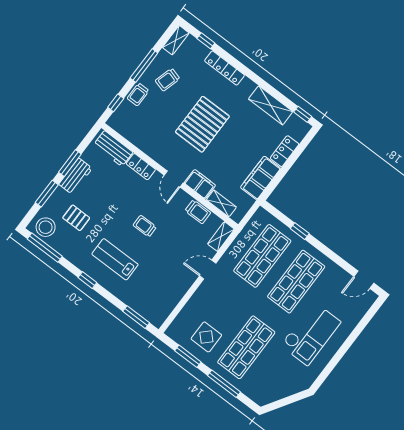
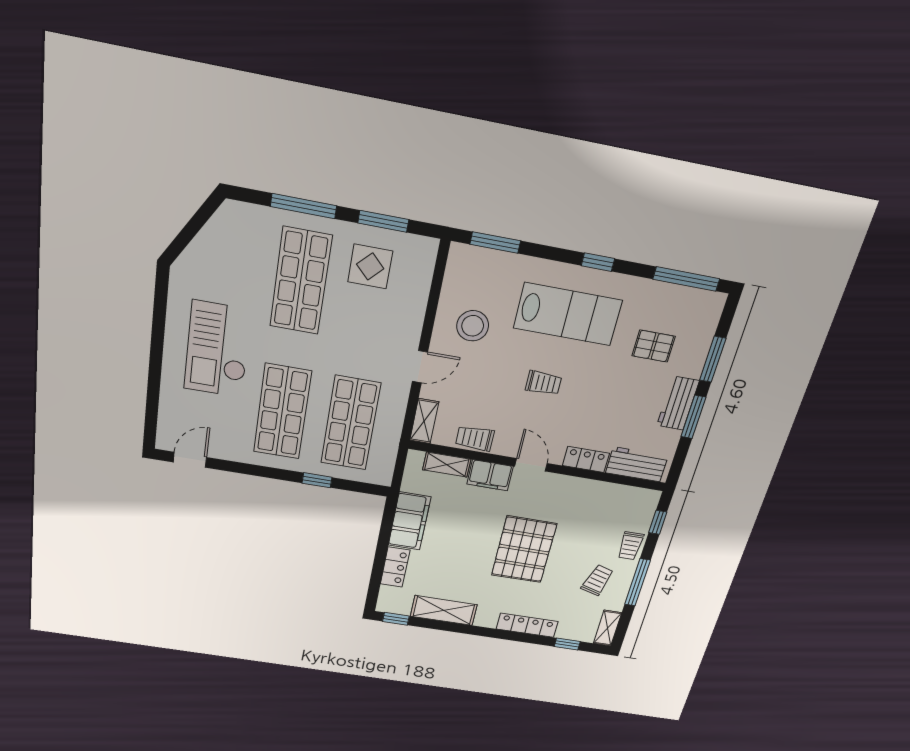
trolley: (138, 94) -> (630, 546), turned 180
stool: (46, 227) -> (473, 326), moved
lab bench: (115, 259) -> (568, 314), width x1.36, depth x1.39

